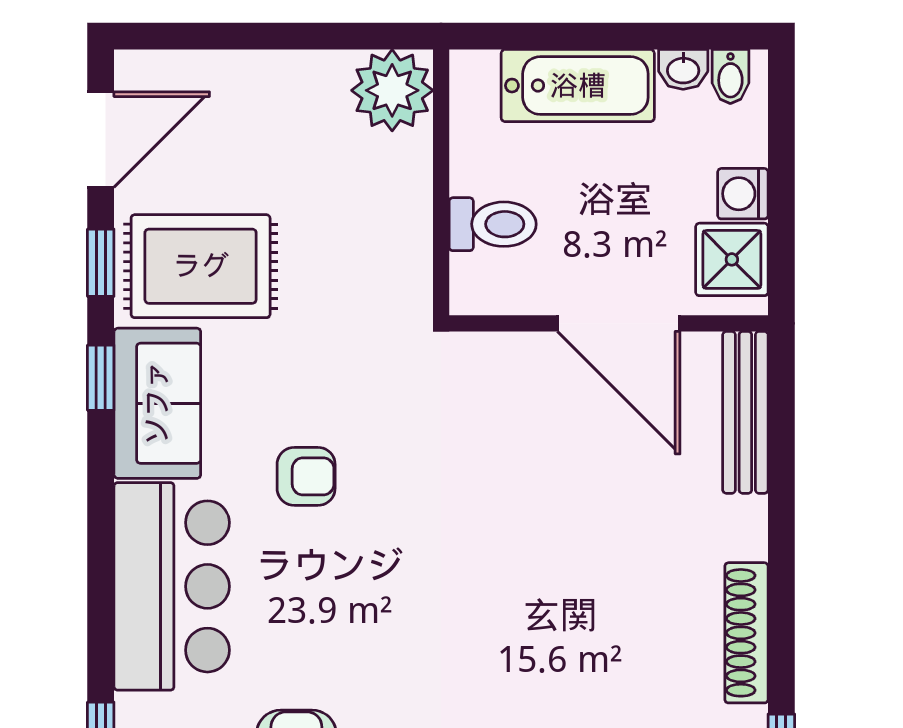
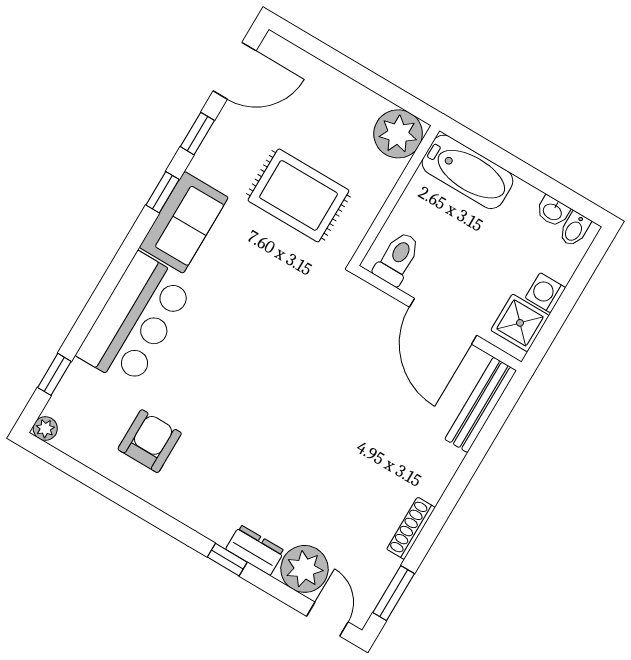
bathtub: (578, 86) -> (467, 172), moved
toilet: (493, 224) -> (397, 258), moved, turned -90
rug: (201, 266) -> (298, 195), moved
armchair: (306, 476) -> (237, 305), removed
shoe rack: (746, 633) -> (411, 528), width x0.74, depth x0.81

